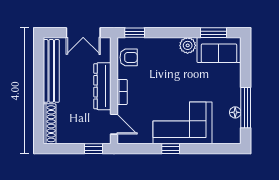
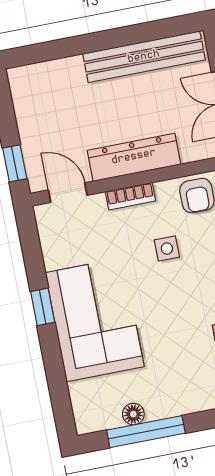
side table: (153, 78) -> (167, 248), added
shoe rack: (50, 124) -> (45, 73), removed
door: (114, 124) -> (68, 193), swing flipped

